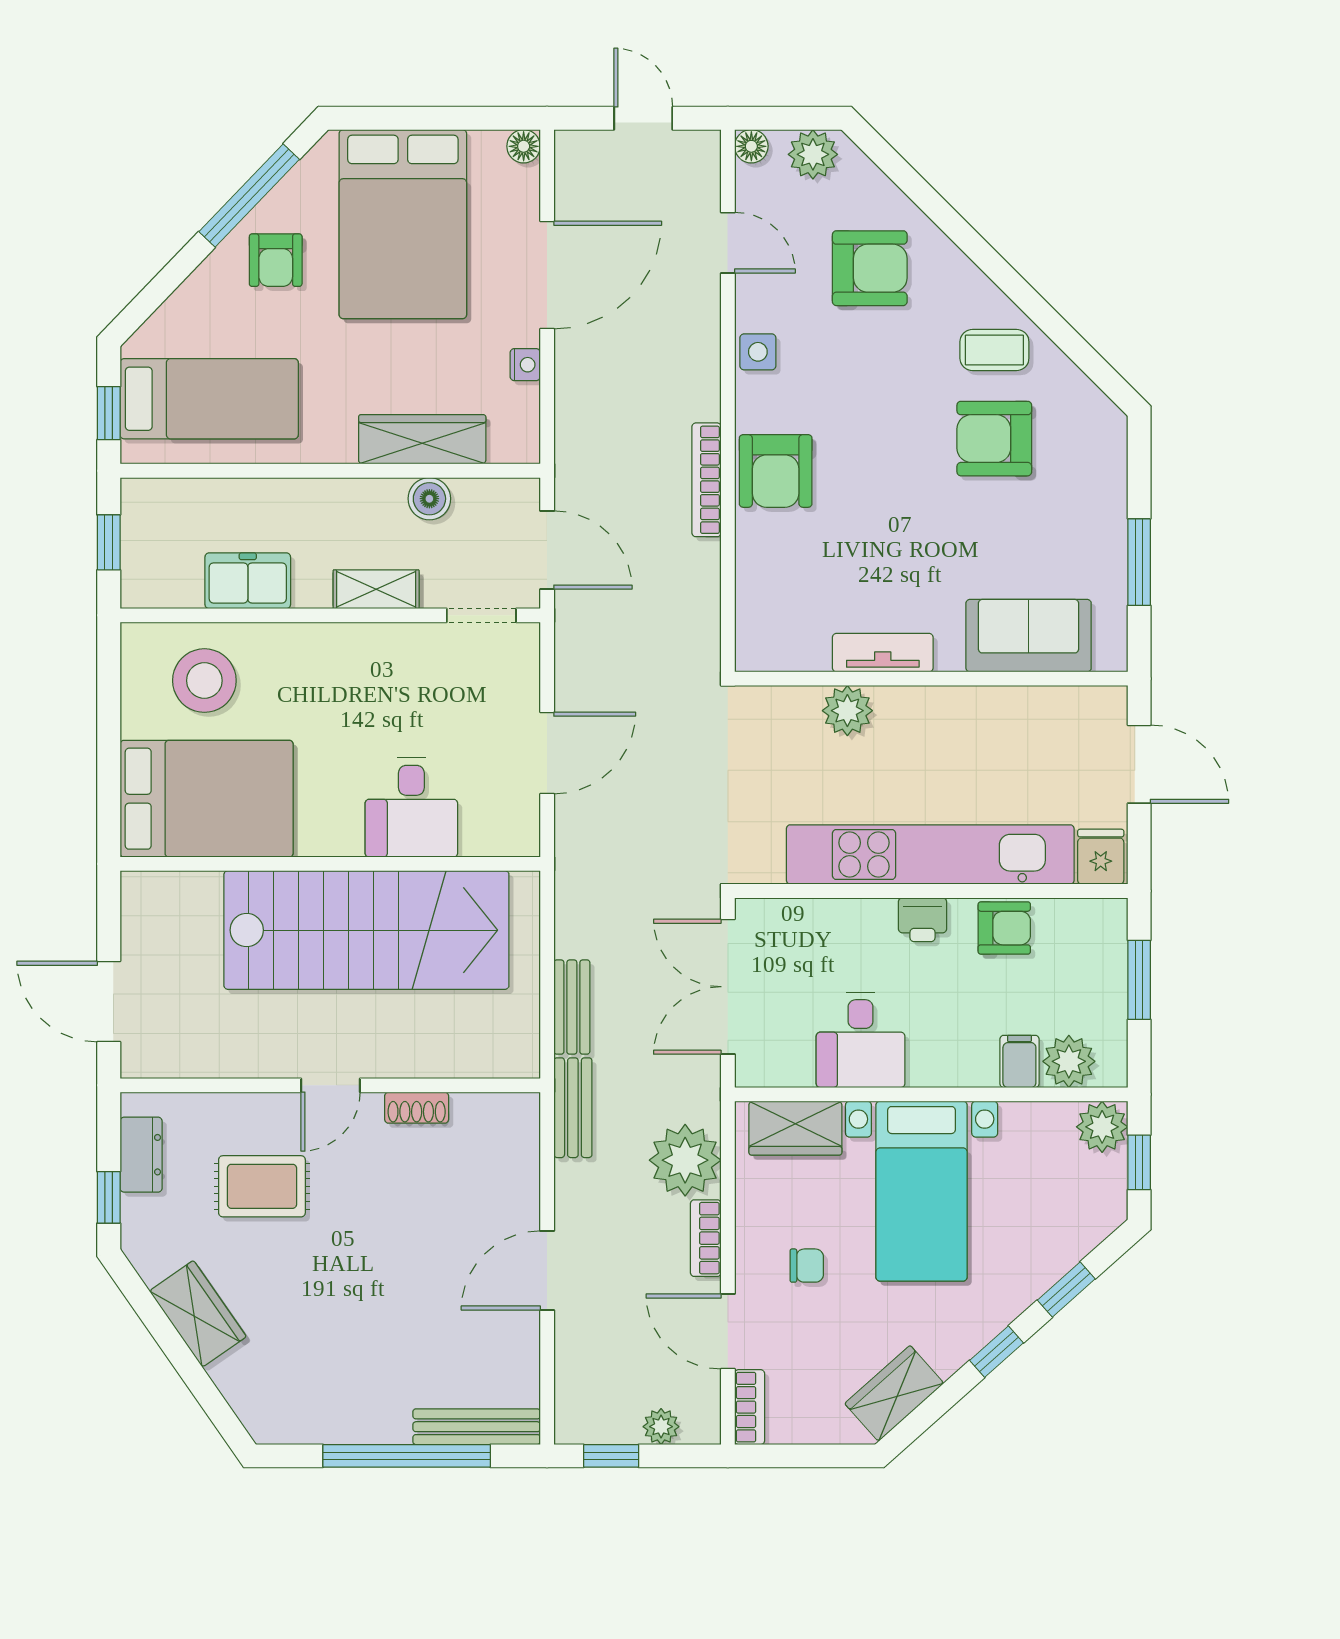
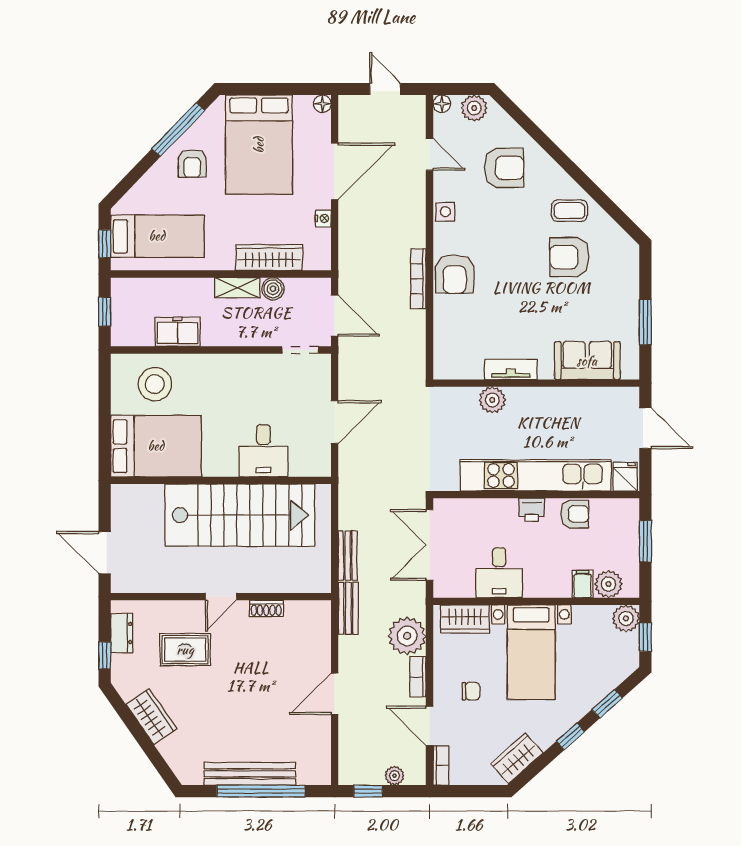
shelving: (376, 589) -> (237, 288), moved
bench: (477, 1427) -> (250, 774), moved, width x1.37, depth x1.21

